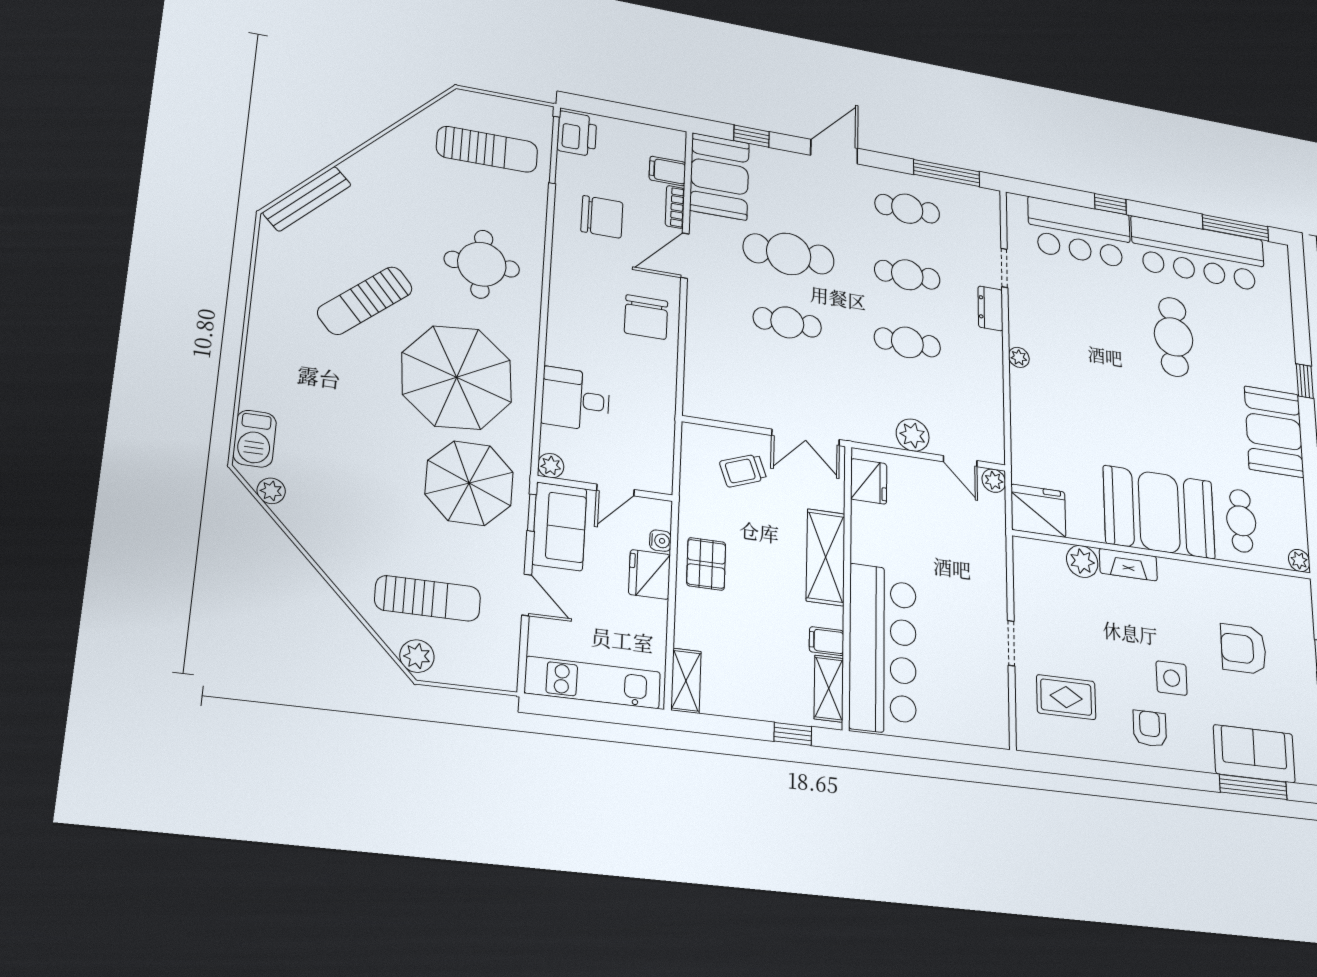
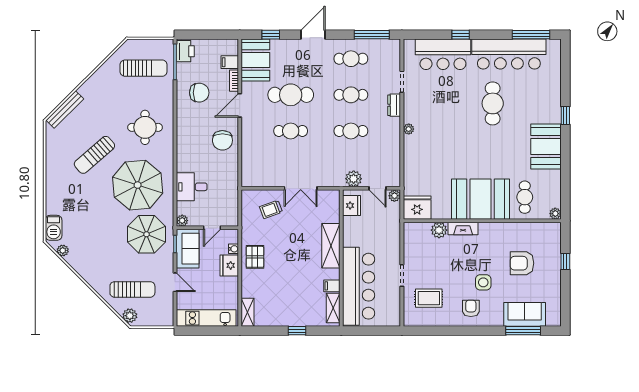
fridge: (869, 481) -> (351, 206), moved
shelving: (826, 557) -> (331, 246), moved
wall: (847, 585) -> (341, 258), moved
filing cabinet: (826, 641) -> (332, 286), moved
bar counter: (883, 649) -> (359, 286), moved
shelving: (829, 689) -> (333, 308), moved

